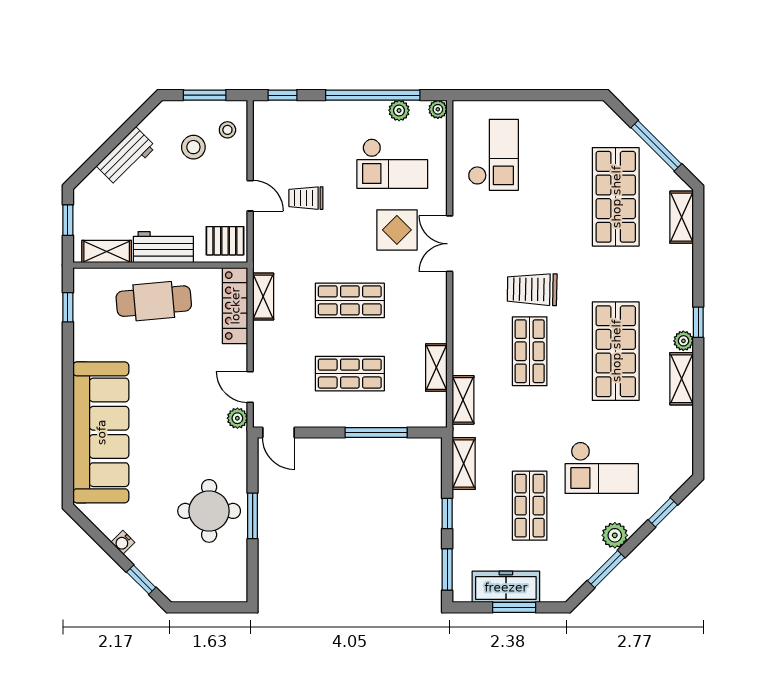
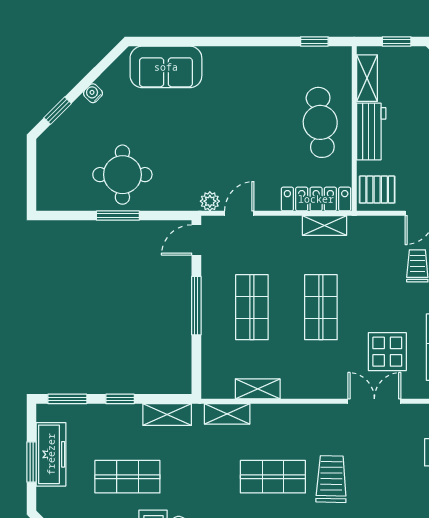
pallet: (225, 241) -> (377, 190), turned 90
sofa: (101, 432) -> (166, 67), width x0.54, depth x0.79
window: (376, 433) -> (196, 306), moved

